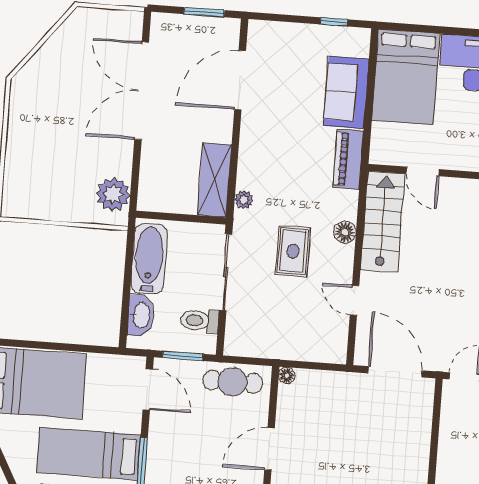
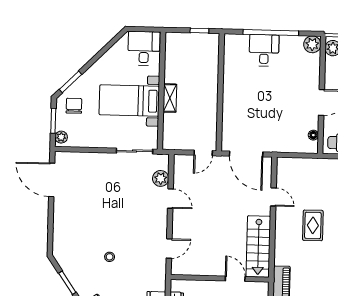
floor lamp: (345, 232) -> (281, 239), removed
floor lamp: (287, 375) -> (313, 135), moved

